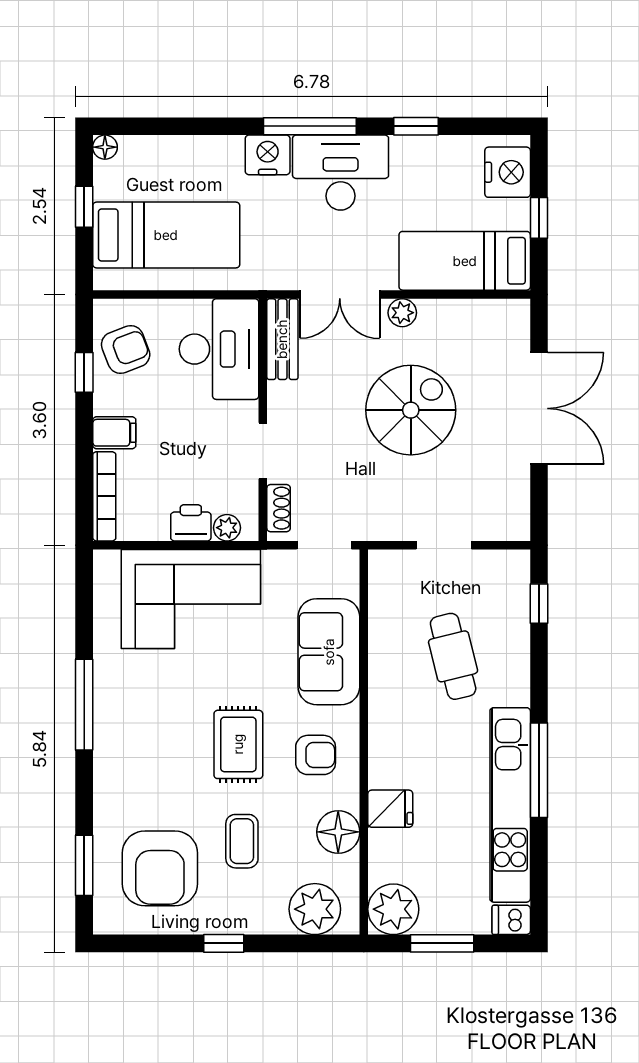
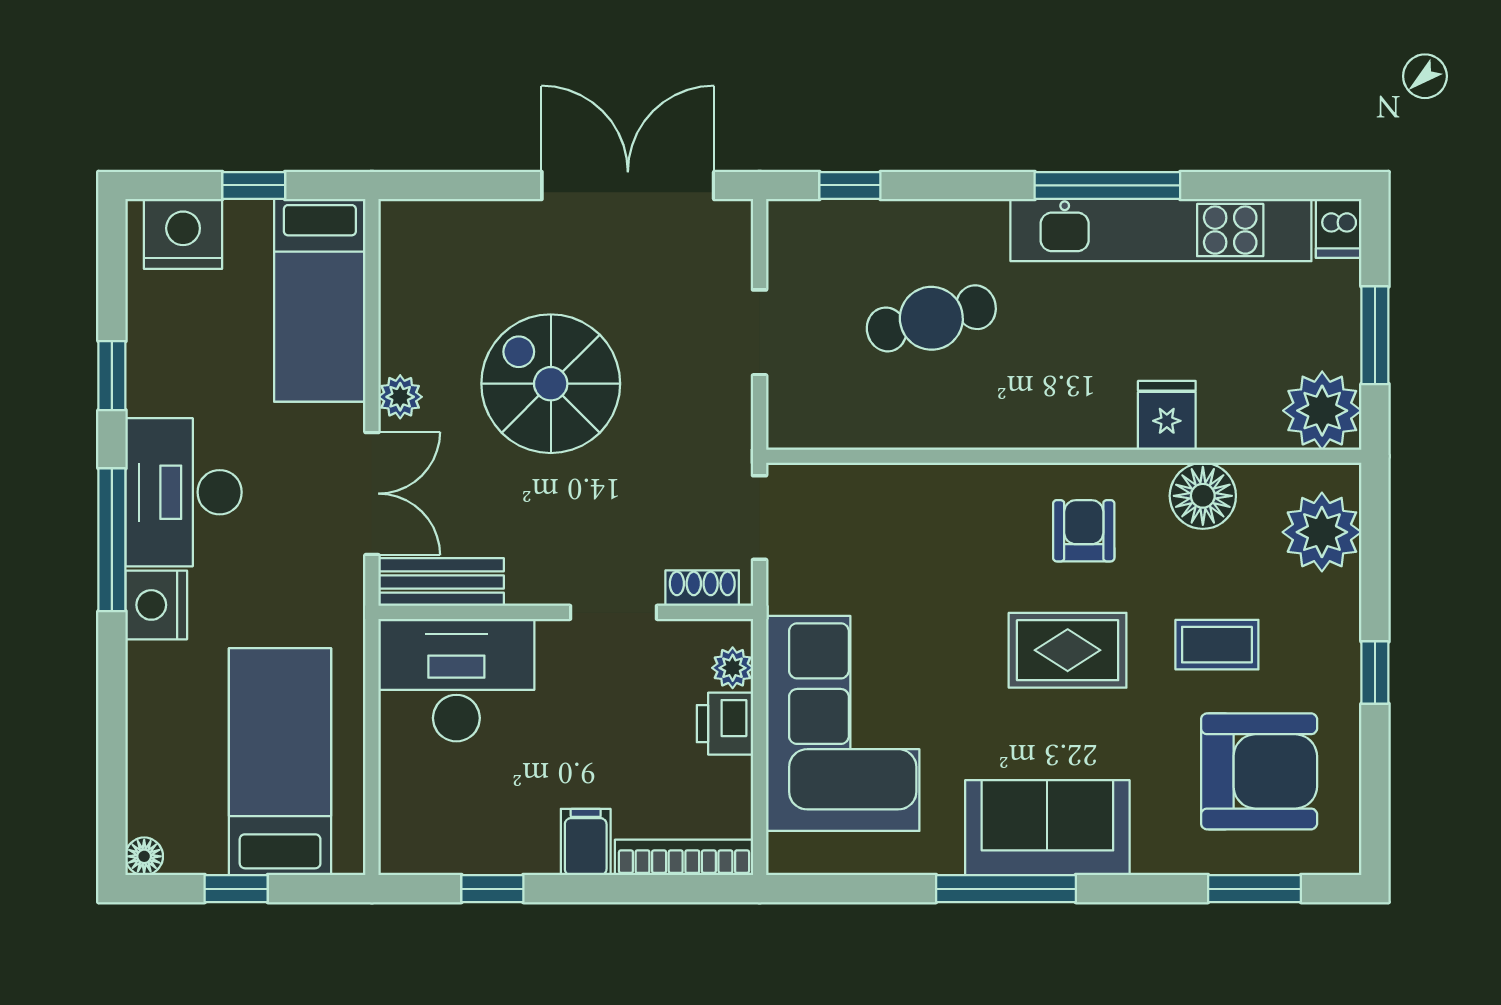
armchair: (126, 350) -> (457, 824), removed
double door: (539, 408) -> (628, 185), moved
sofa: (329, 652) -> (1047, 828), moved, turned 180

